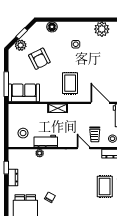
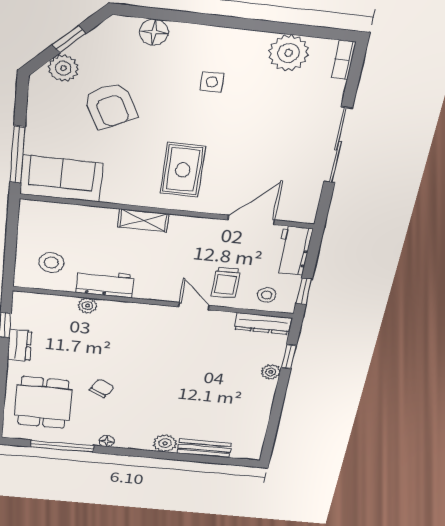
door: (100, 103) -> (251, 220), hinge flipped
rug: (105, 186) -> (230, 381), removed

